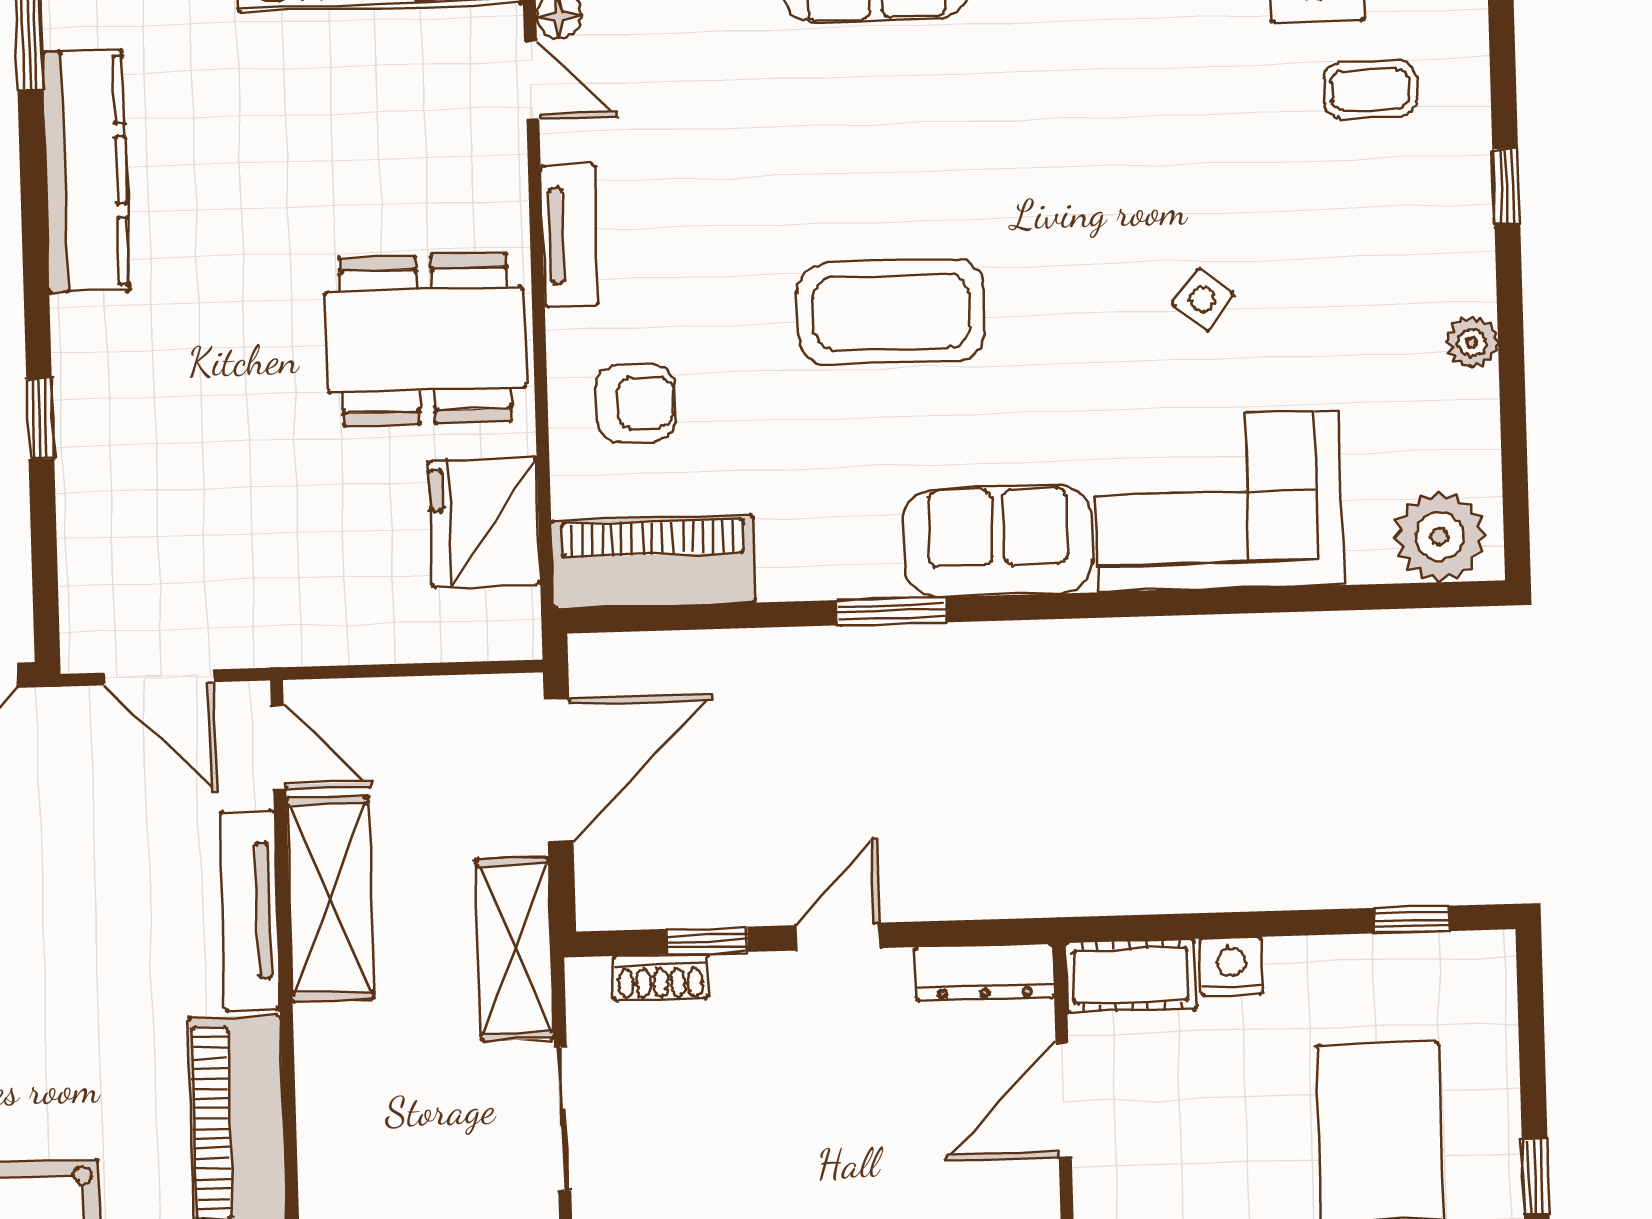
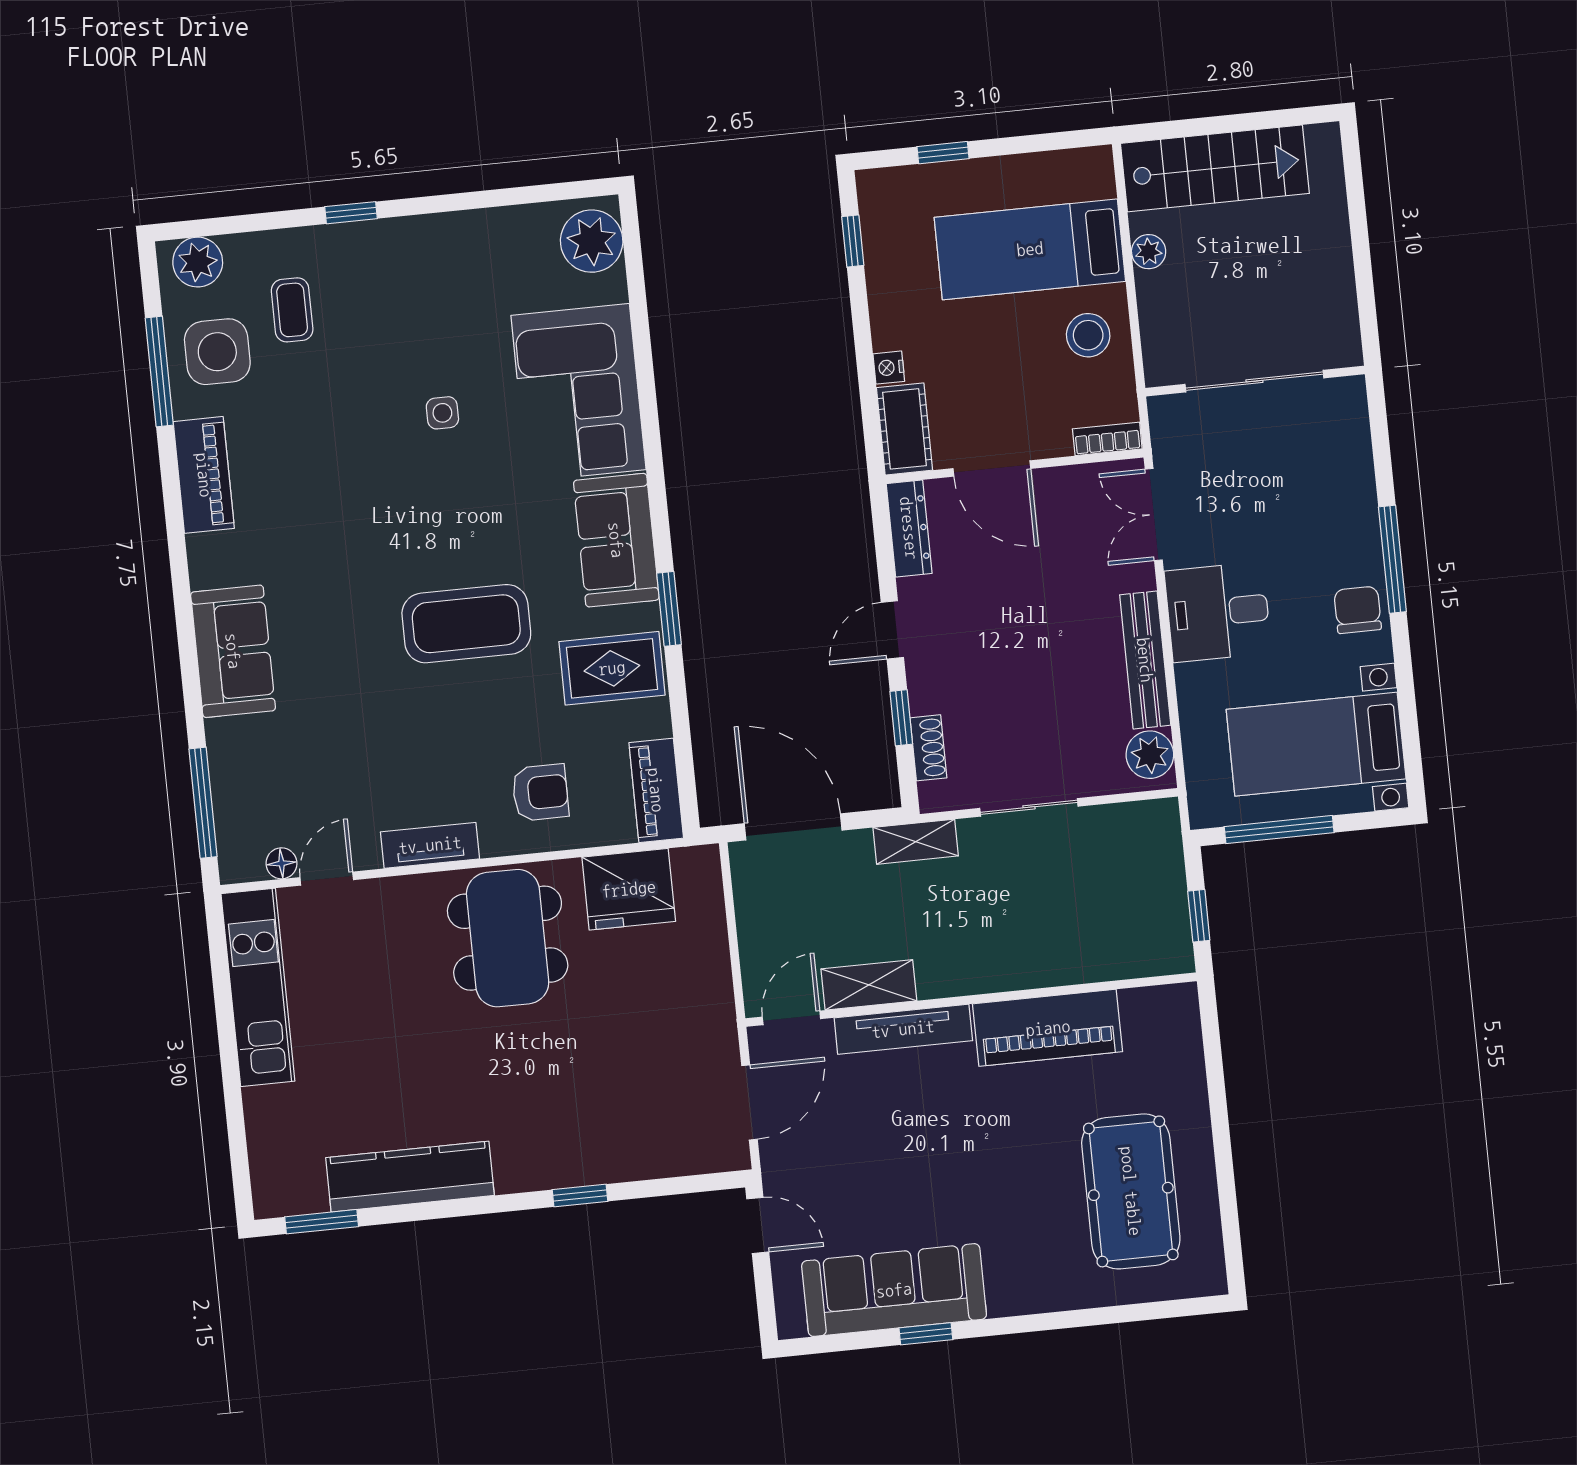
side table: (1203, 299) -> (442, 413), turned -38
coffee table: (891, 312) -> (466, 624), turned 90
plant: (1472, 342) -> (459, 228), removed
armchair: (636, 403) -> (540, 792), turned 90
rug: (810, 521) -> (612, 668), added
piano: (653, 562) -> (656, 790), width x0.73, depth x0.75
shelving: (330, 899) -> (869, 985), width x0.67, depth x0.75
door: (837, 937) -> (892, 630), hinge flipped
shelving: (515, 949) -> (916, 842), width x0.67, depth x0.75
nightstand: (1231, 966) -> (889, 368), width x0.72, depth x0.74
window: (1536, 1177) -> (943, 153), moved

